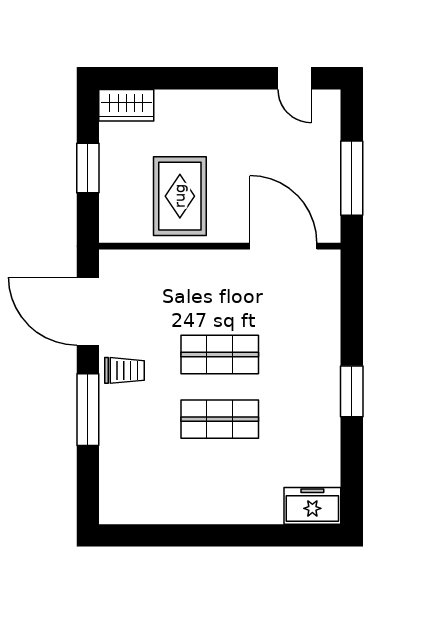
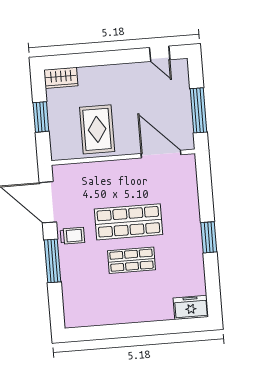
shop shelf: (220, 355) -> (128, 222), width x1.43, depth x1.36

